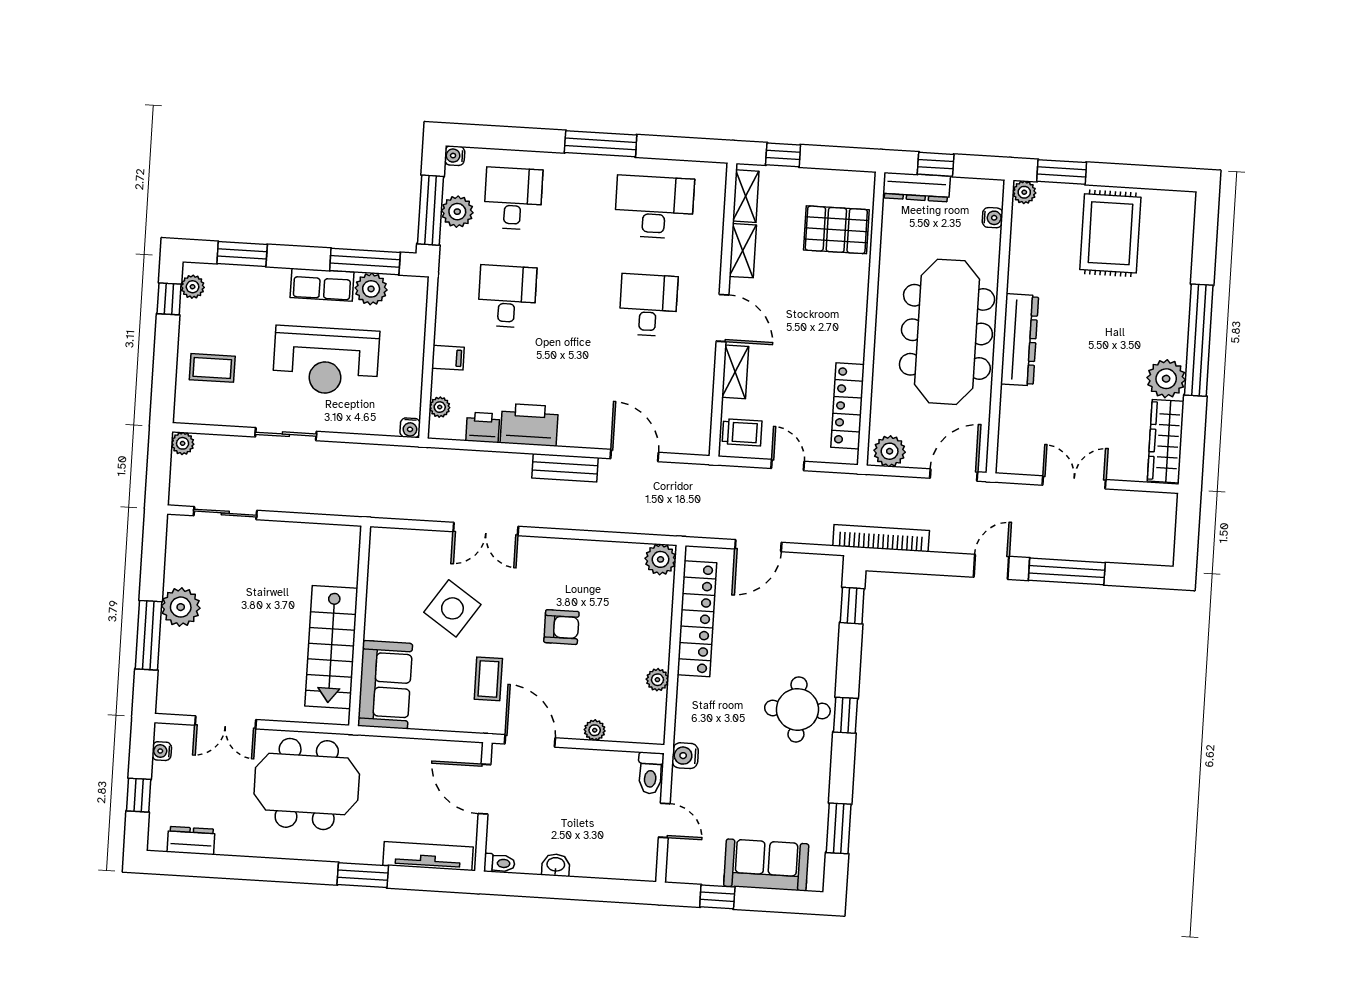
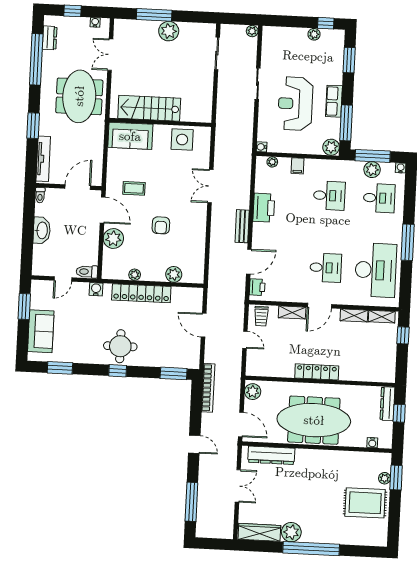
plant: (1024, 192) -> (385, 478), moved
desk: (654, 207) -> (376, 270), width x1.36, depth x1.30
pallet: (836, 230) -> (365, 363), removed
plant: (193, 287) -> (314, 34), moved
plant: (371, 289) -> (331, 147), moved
dresser: (1020, 340) -> (271, 455), moved
coffee table: (212, 368) -> (291, 46), removed
locker: (848, 406) -> (317, 372), moved
printer: (483, 427) -> (257, 287), moved
door: (788, 465) -> (245, 340), hinge flipped
plant: (660, 559) -> (174, 274), moved
window: (1067, 571) -> (191, 502), moved
window: (852, 606) -> (174, 373), width x1.50
side table: (452, 608) -> (182, 140), moved, turned -34
locker: (697, 619) -> (141, 293), moved
plant: (595, 730) -> (113, 239), width x1.87, depth x1.87
door: (530, 741) -> (103, 210), hinge flipped
washbasin: (556, 865) -> (42, 230), width x1.91, depth x1.45
window: (233, 867) -> (36, 59), added
window: (717, 897) -> (24, 307), width x1.50

